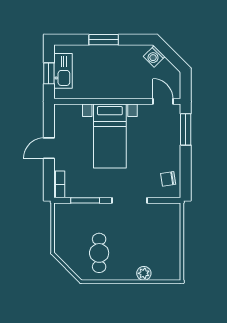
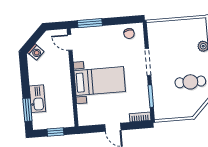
window: (104, 40) -> (27, 110), moved
kitchen sink: (63, 71) -> (37, 99), moved, turned 90
door: (163, 101) -> (70, 42), hinge flipped

